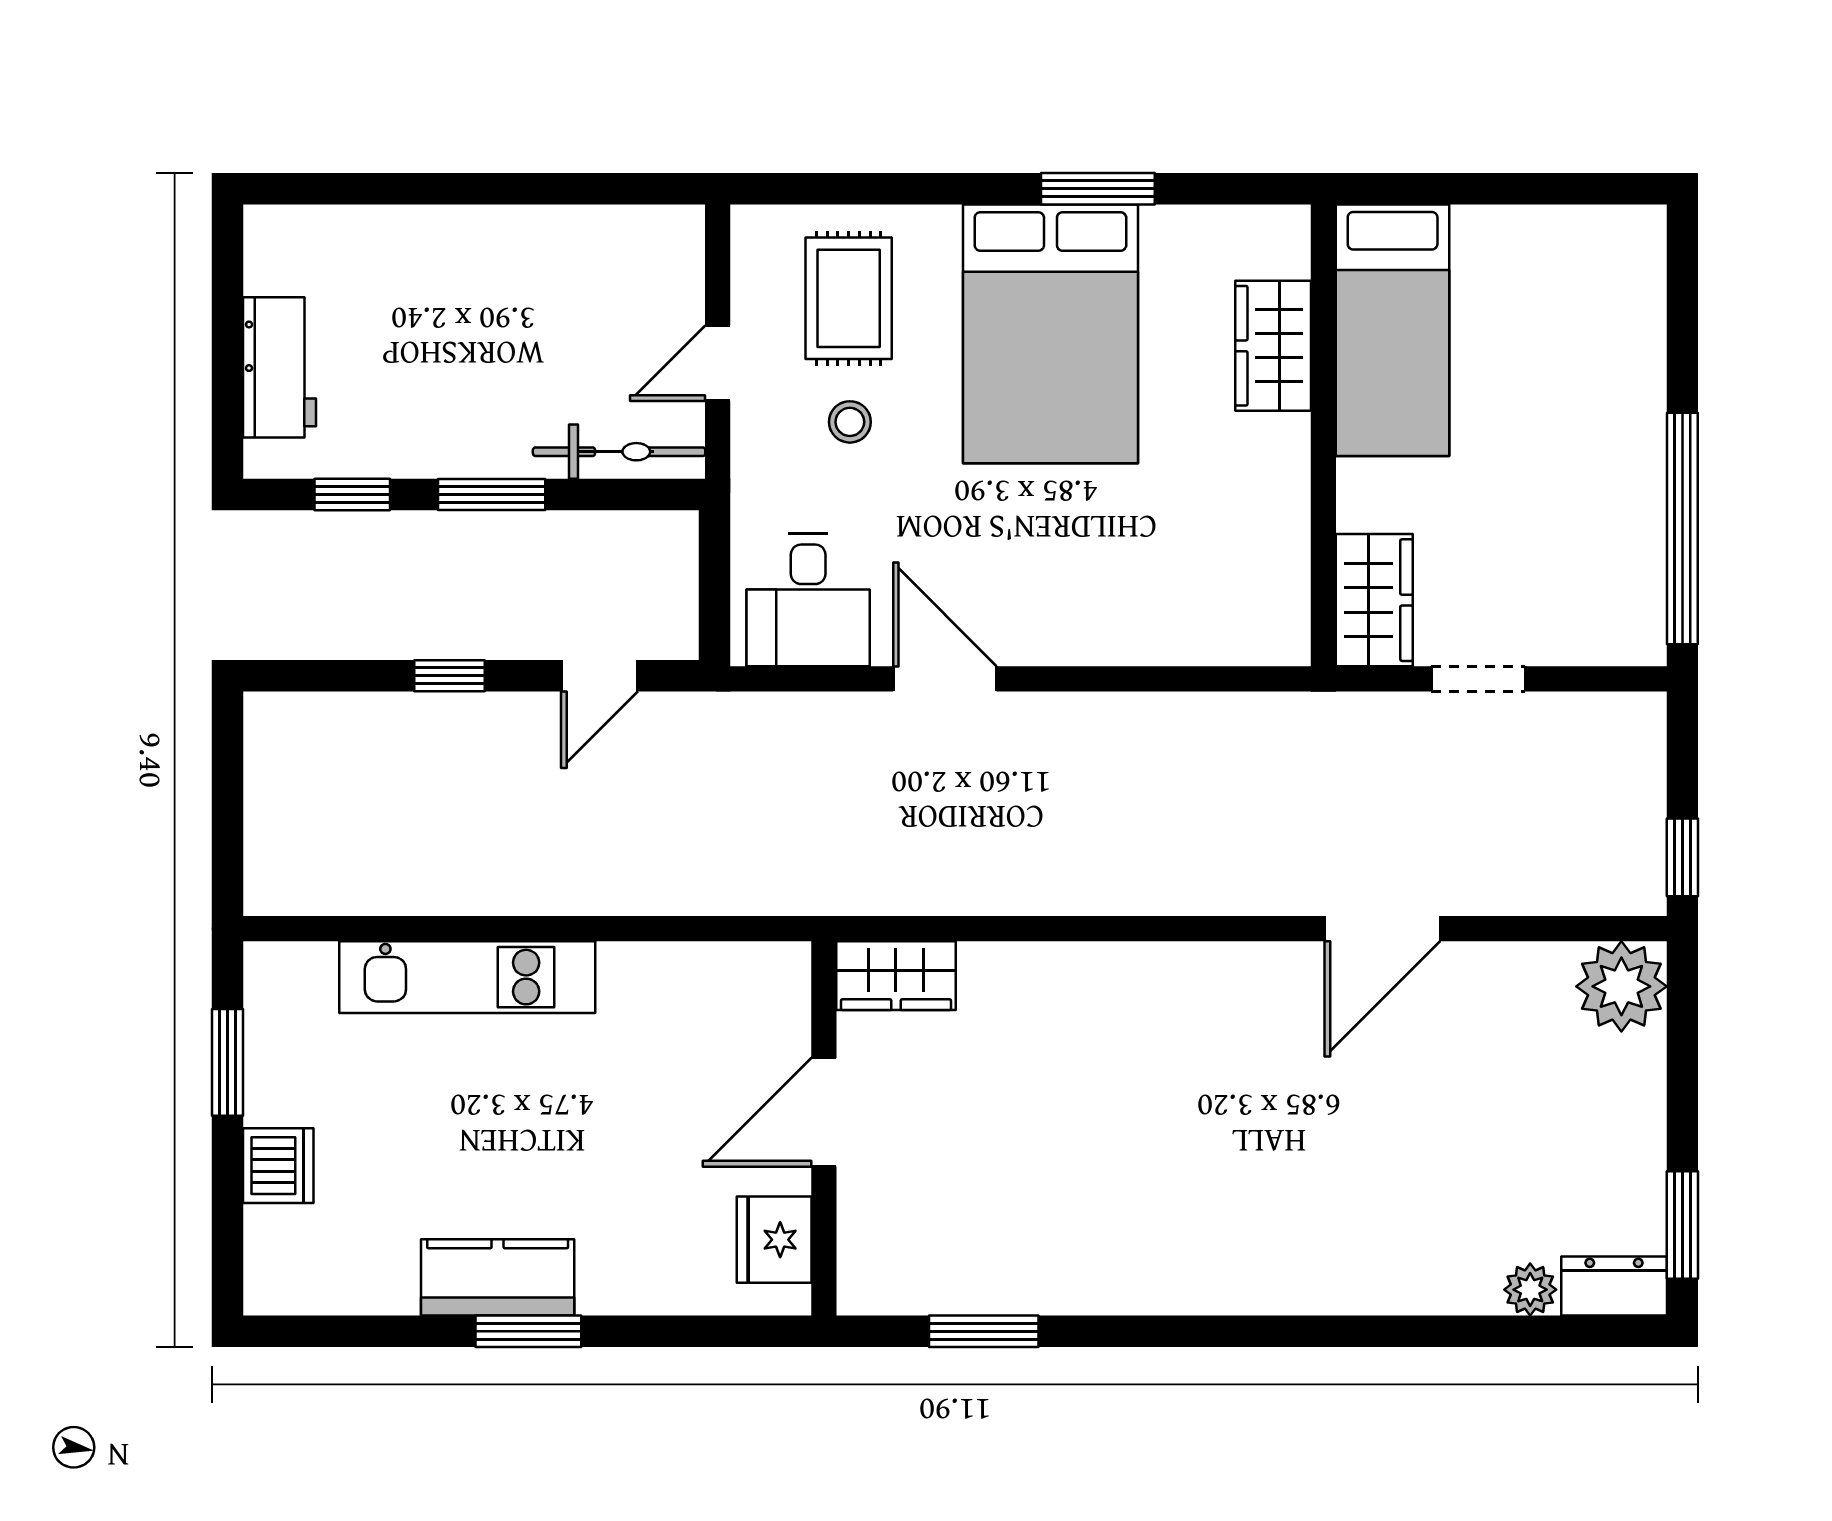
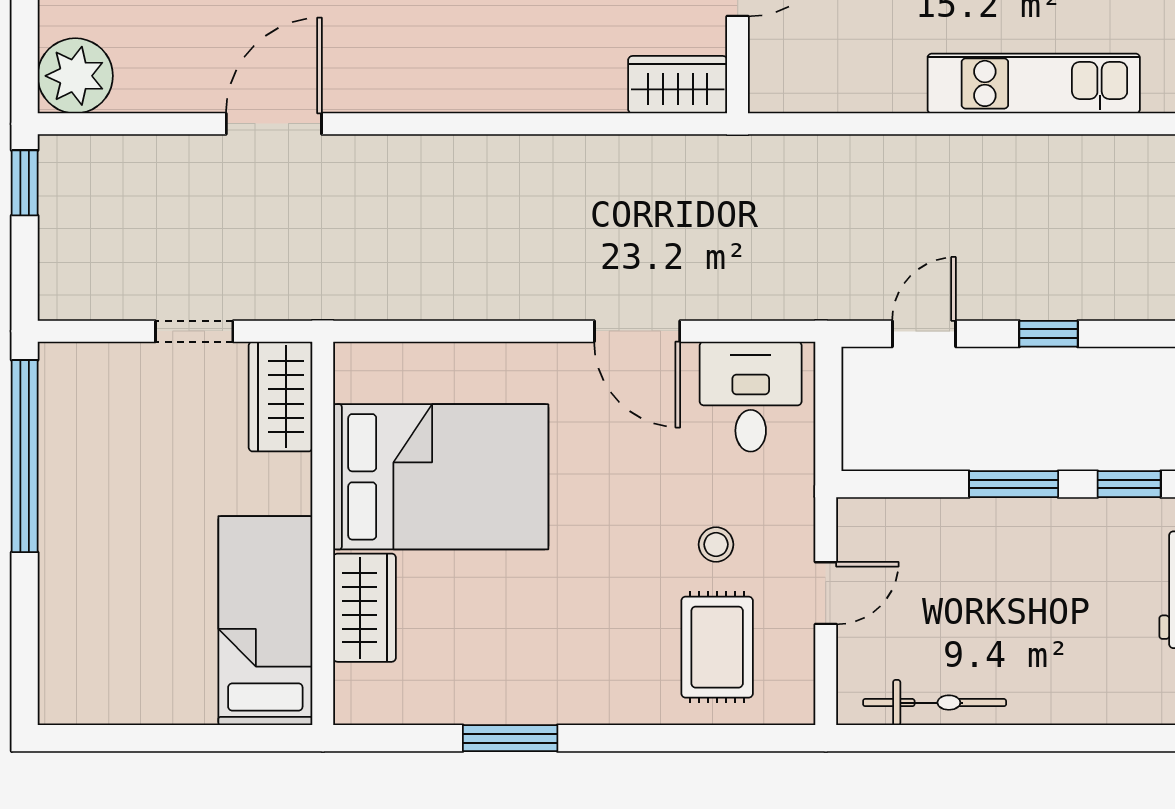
bed: (1050, 334) -> (441, 477), moved, turned 90
bicycle: (619, 452) -> (935, 703), moved, turned 180

